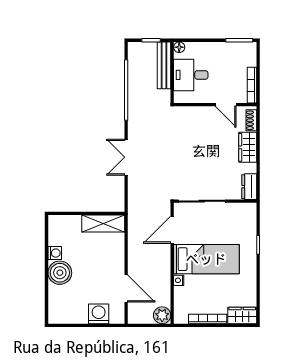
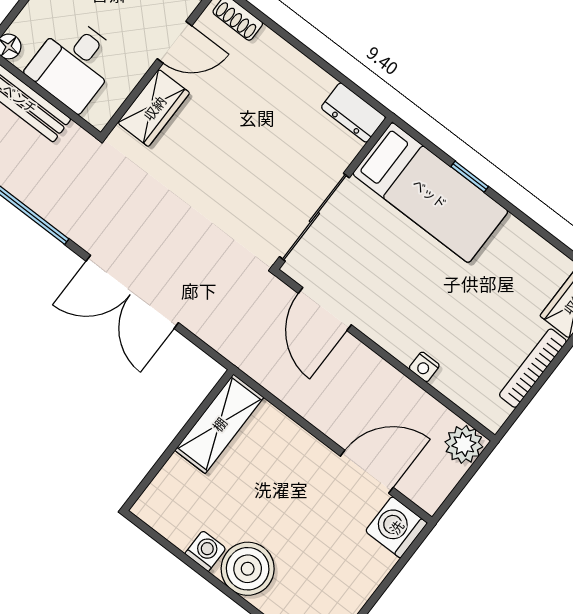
wardrobe: (248, 147) -> (154, 108), moved, turned -90
double door: (126, 157) -> (132, 292), width x1.37
bed: (206, 259) -> (430, 193), moved, turned 90
washing machine: (99, 314) -> (396, 527), moved

